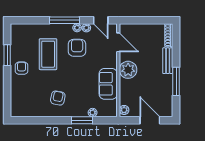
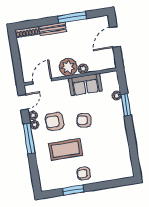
armchair: (58, 98) -> (84, 120), moved
plant: (124, 110) -> (83, 69), moved

